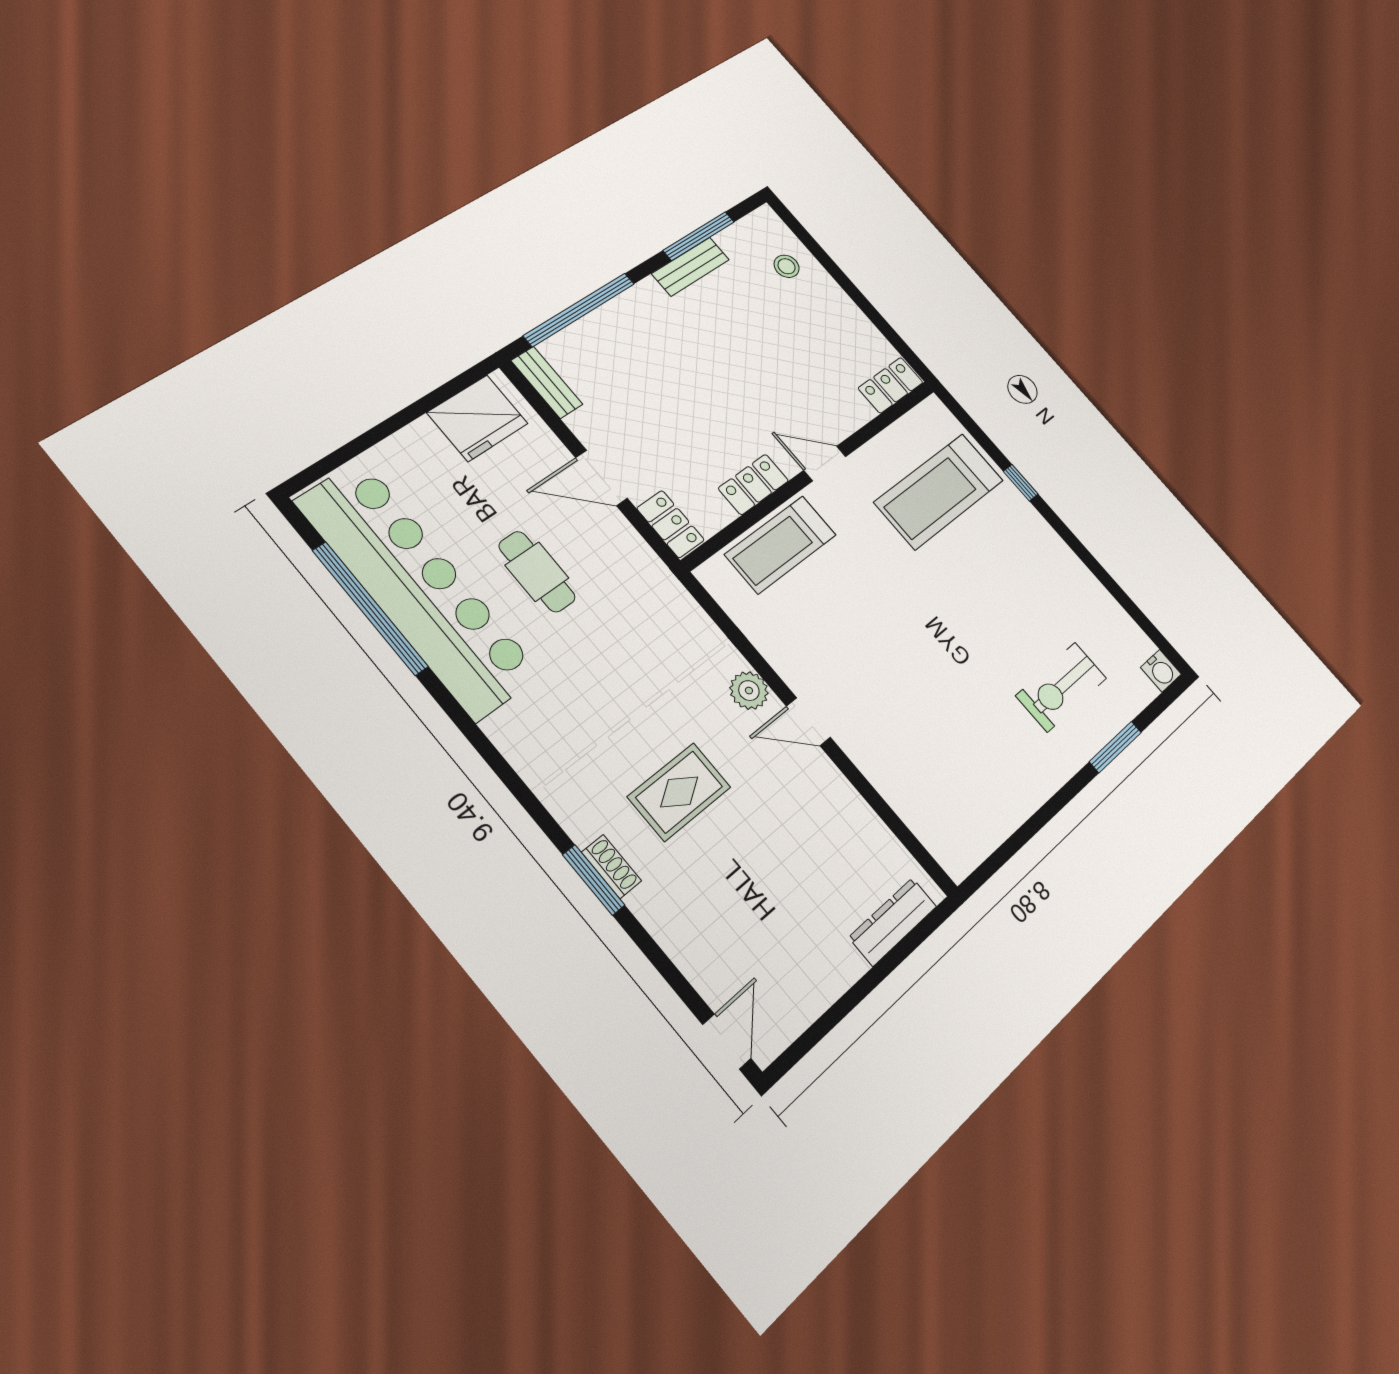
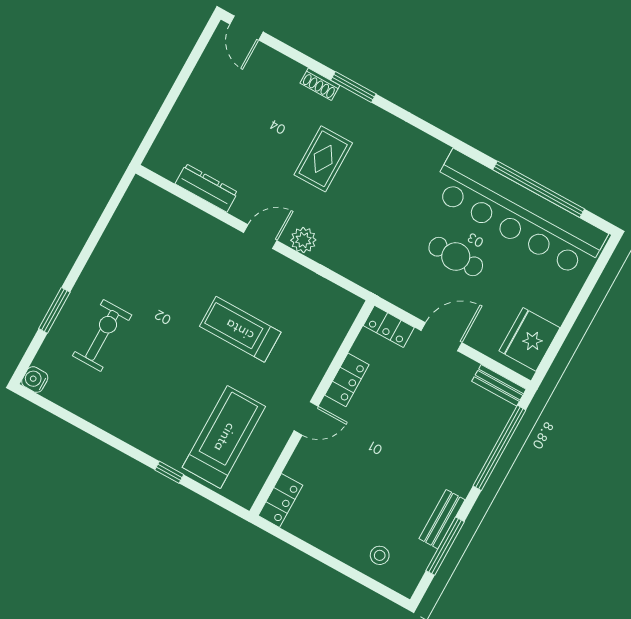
treadmill: (781, 545) -> (240, 329), moved, turned -90
shoe rack: (611, 867) -> (320, 84), moved
dresser: (893, 922) -> (206, 188), moved, turned -90

